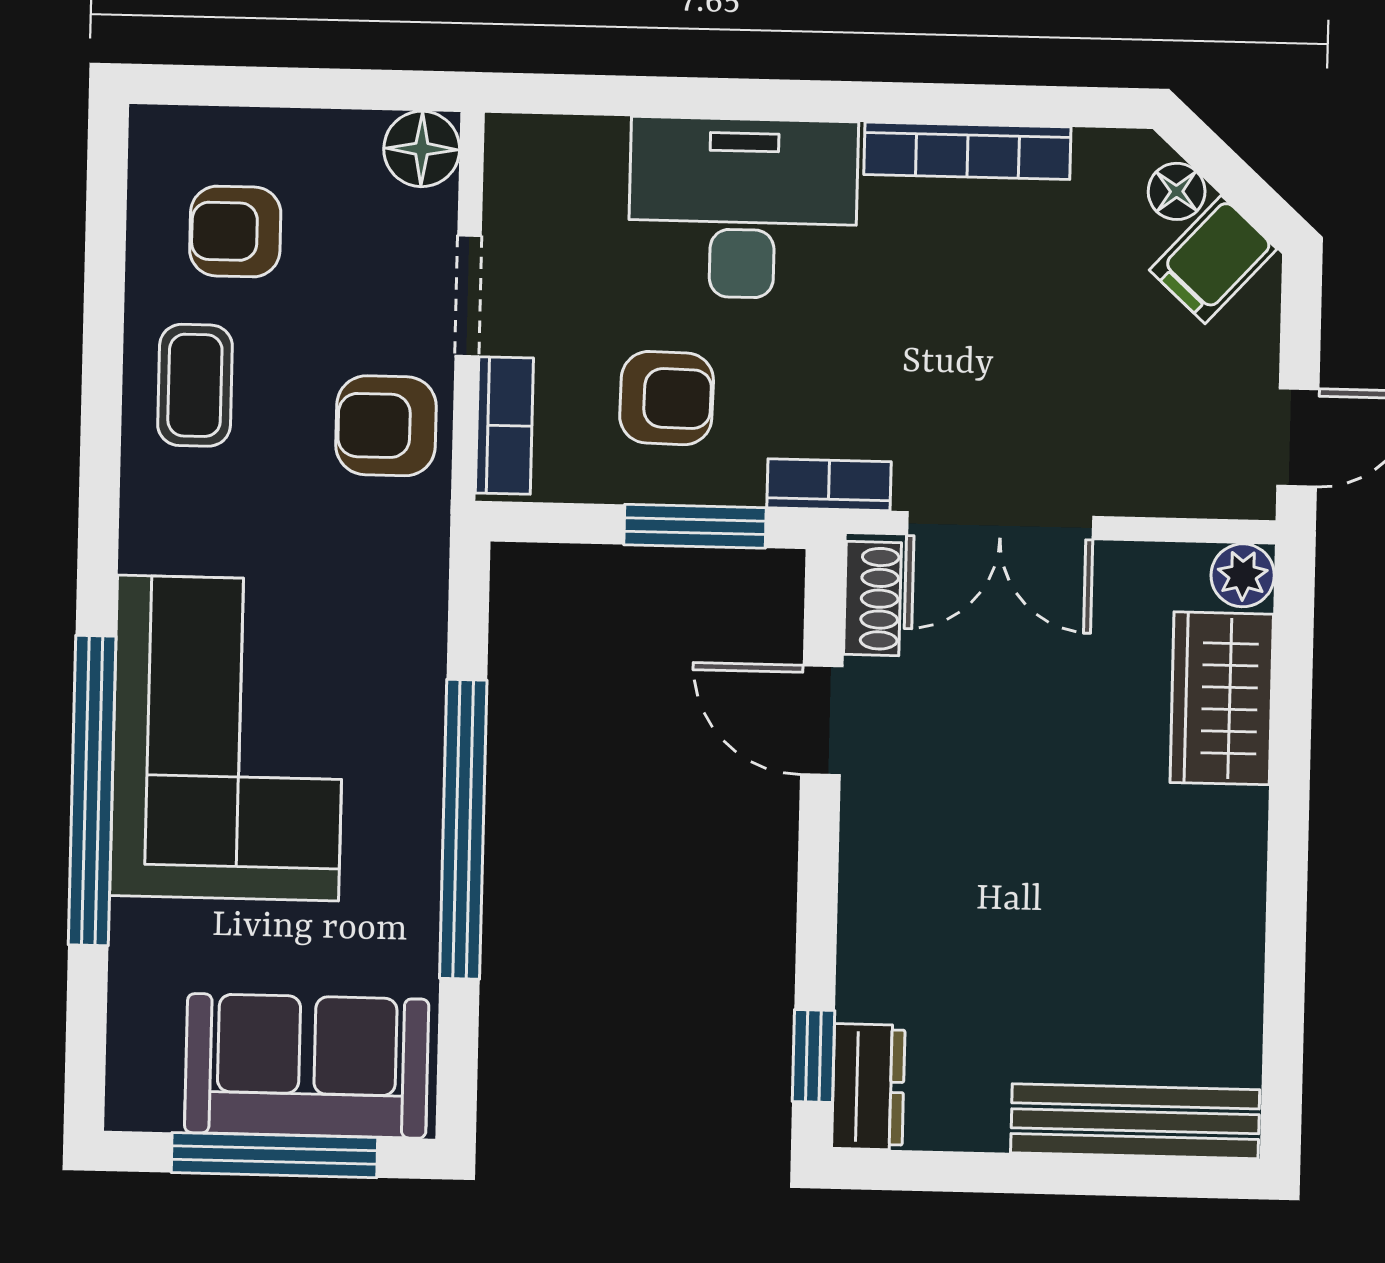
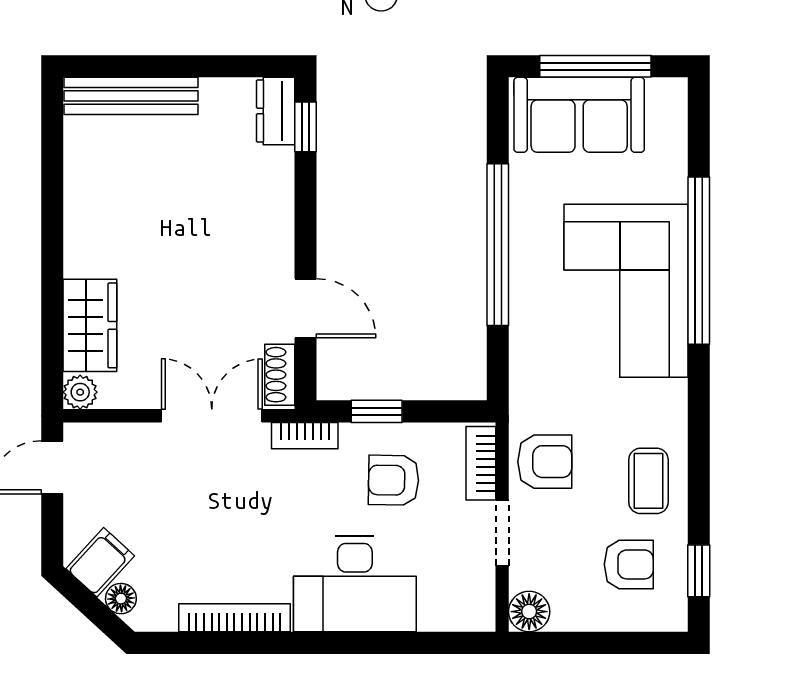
window: (106, 216) -> (699, 571), added
window: (695, 526) -> (377, 411), width x0.67

